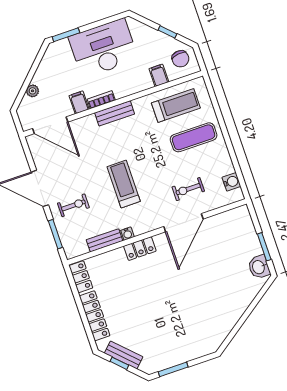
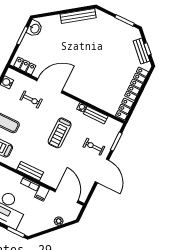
locker: (140, 249) -> (25, 66), moved
bench: (226, 325) -> (78, 16), added

